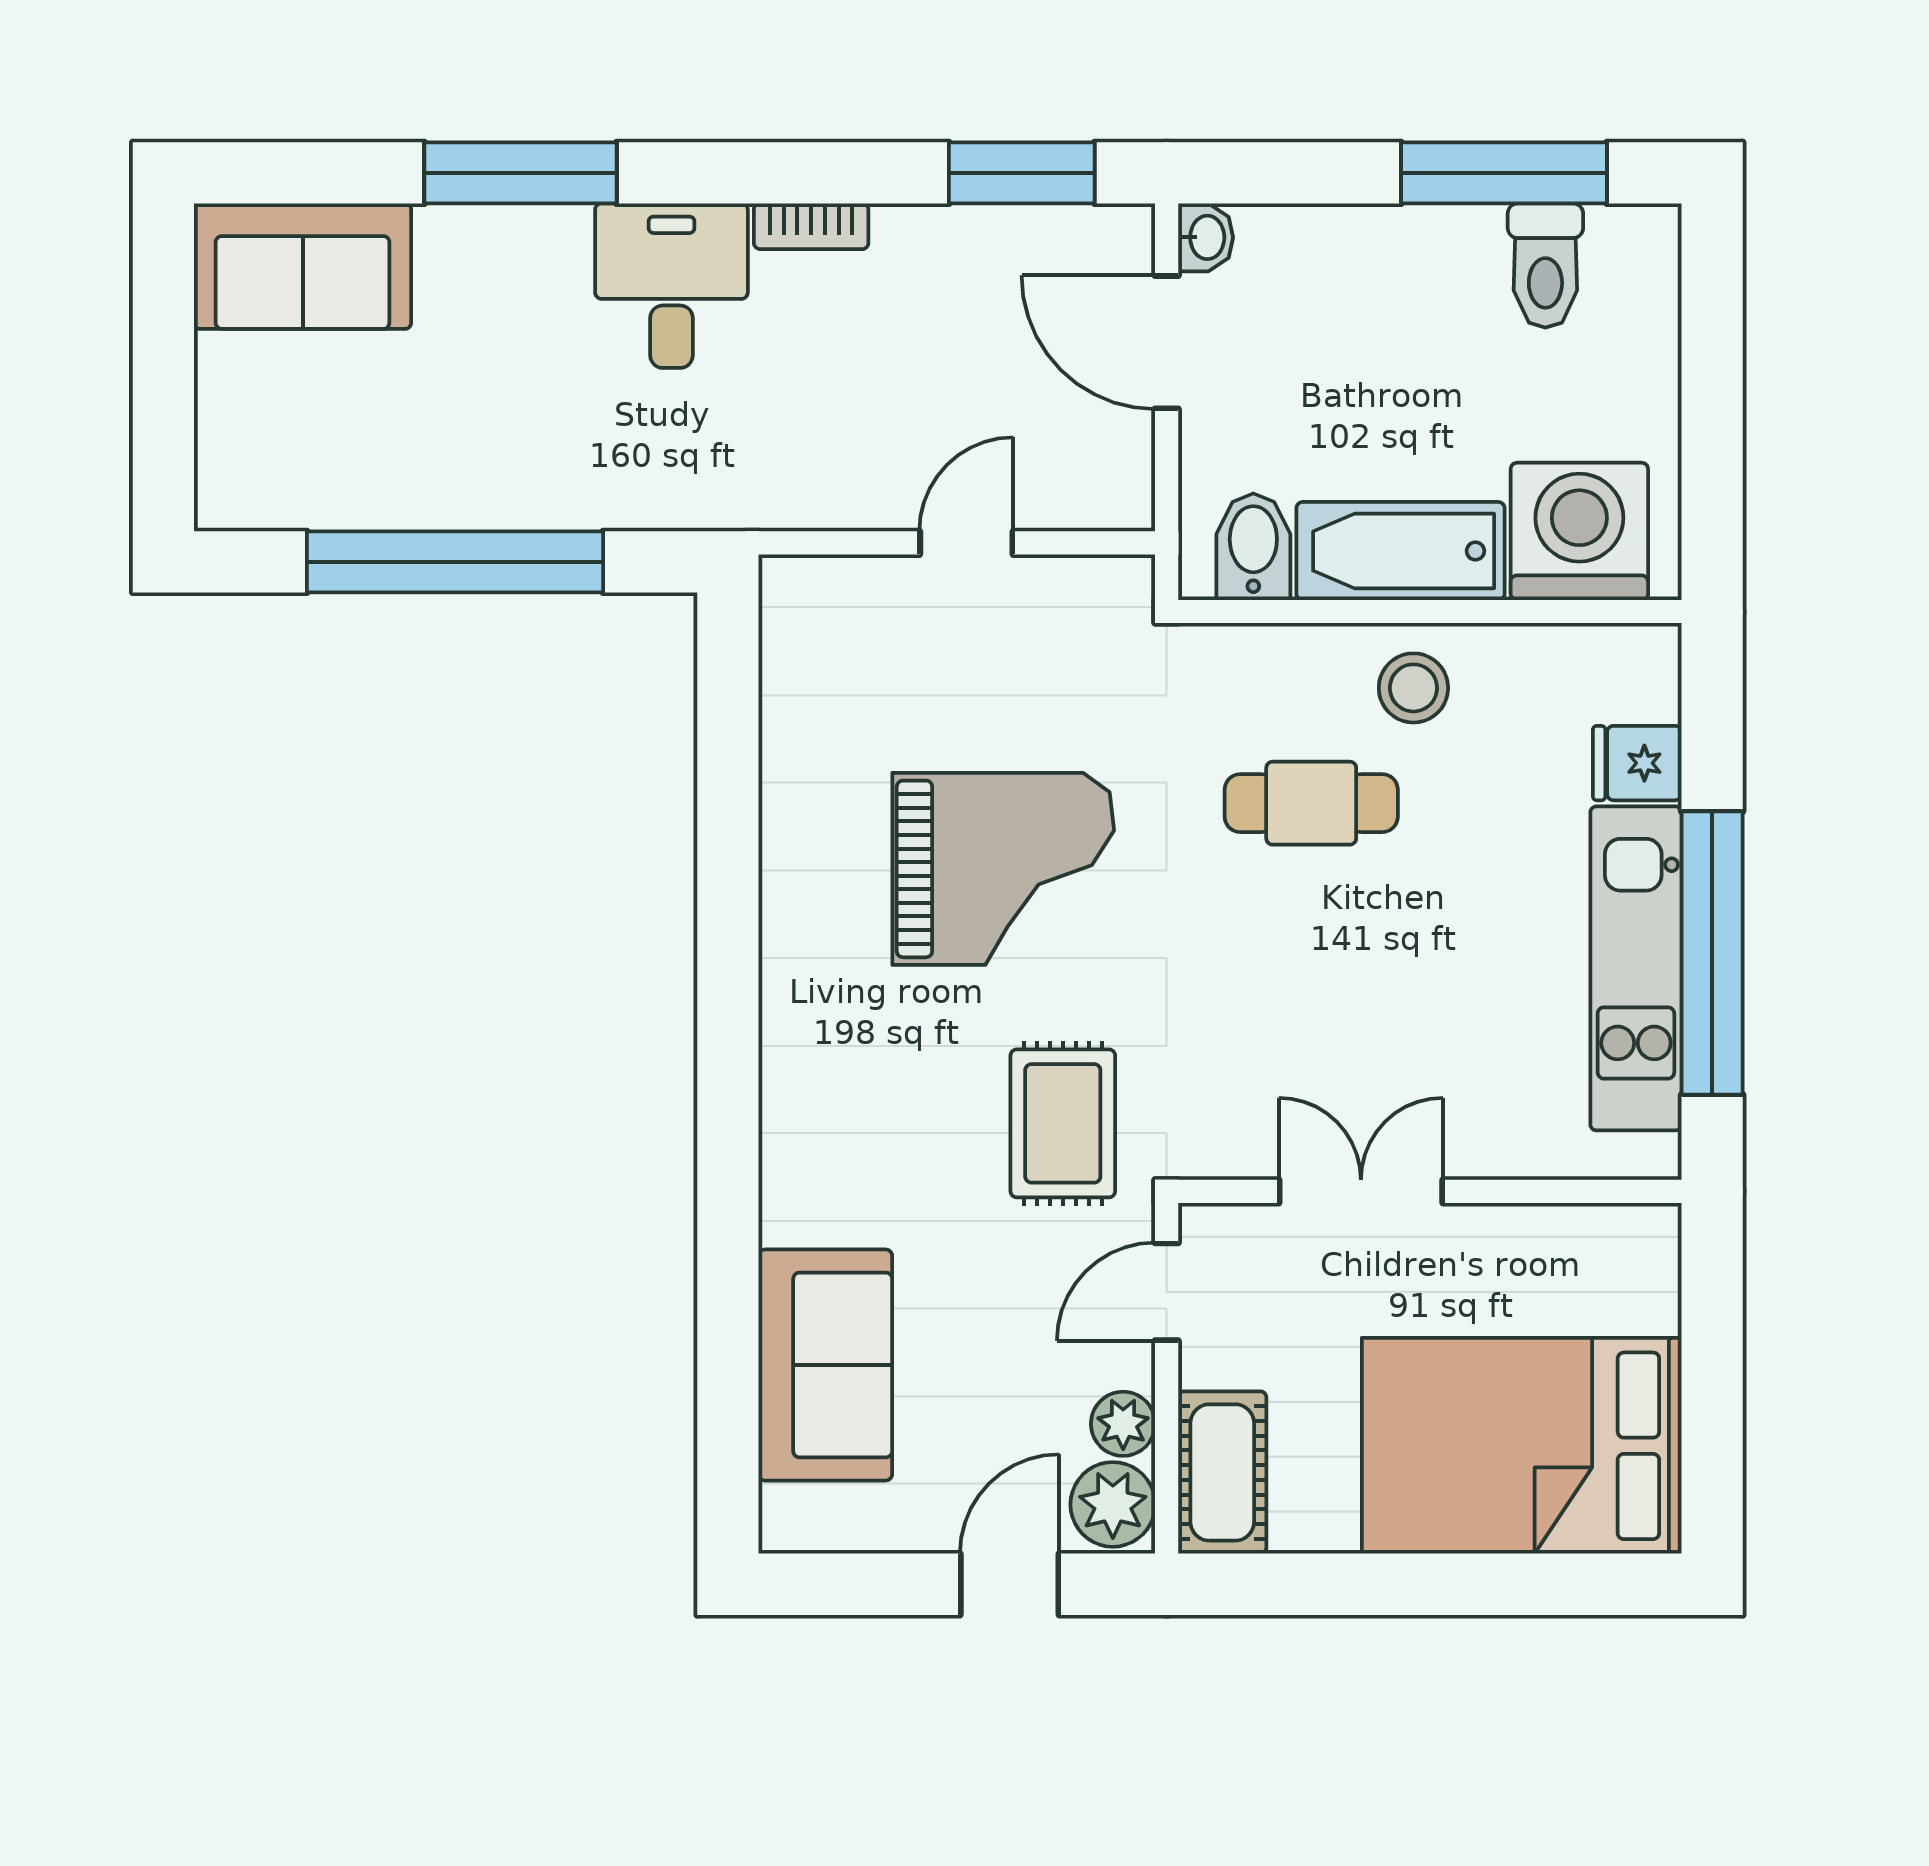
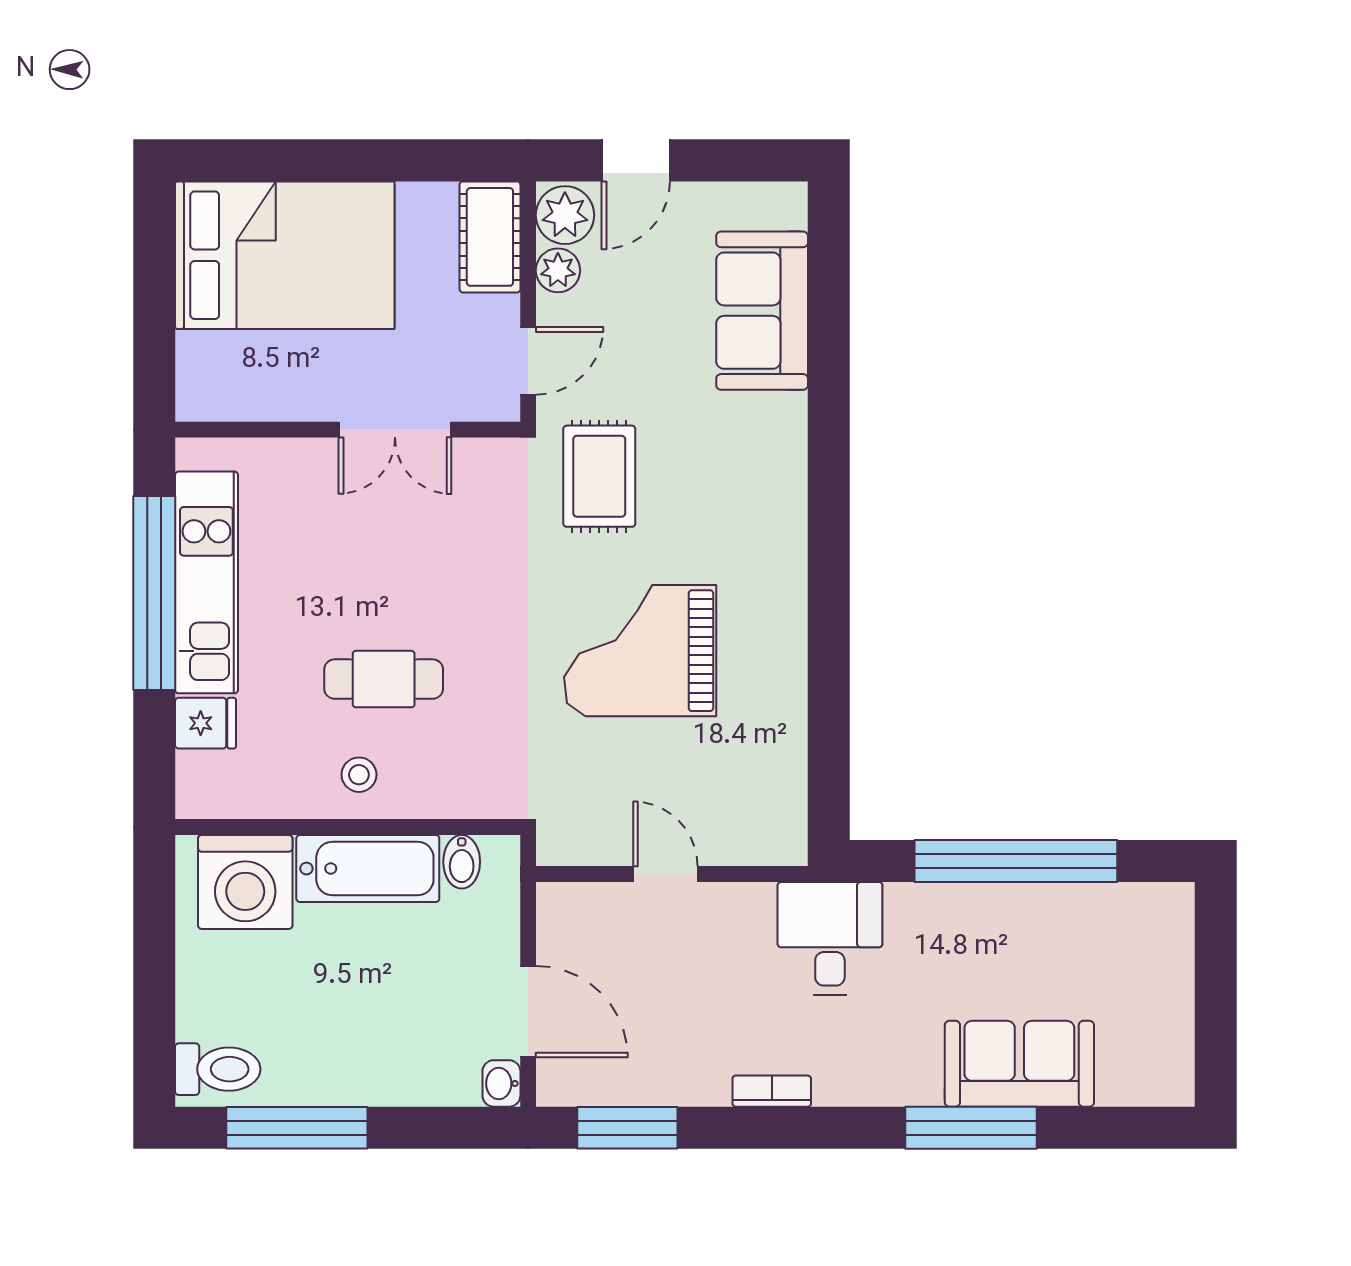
sofa: (303, 266) -> (1019, 1064), moved
toilet: (1545, 266) -> (218, 1069), moved, turned 90
desk: (671, 286) -> (830, 938), moved, turned 180
door: (966, 543) -> (665, 874), swing flipped
bidet: (1253, 547) -> (462, 862), width x0.72, depth x0.74
stool: (1413, 688) -> (359, 775), width x0.73, depth x0.73
cafe table: (1311, 803) -> (384, 679), moved

